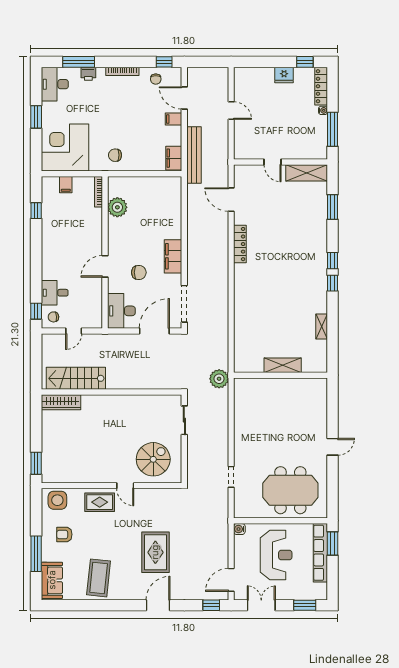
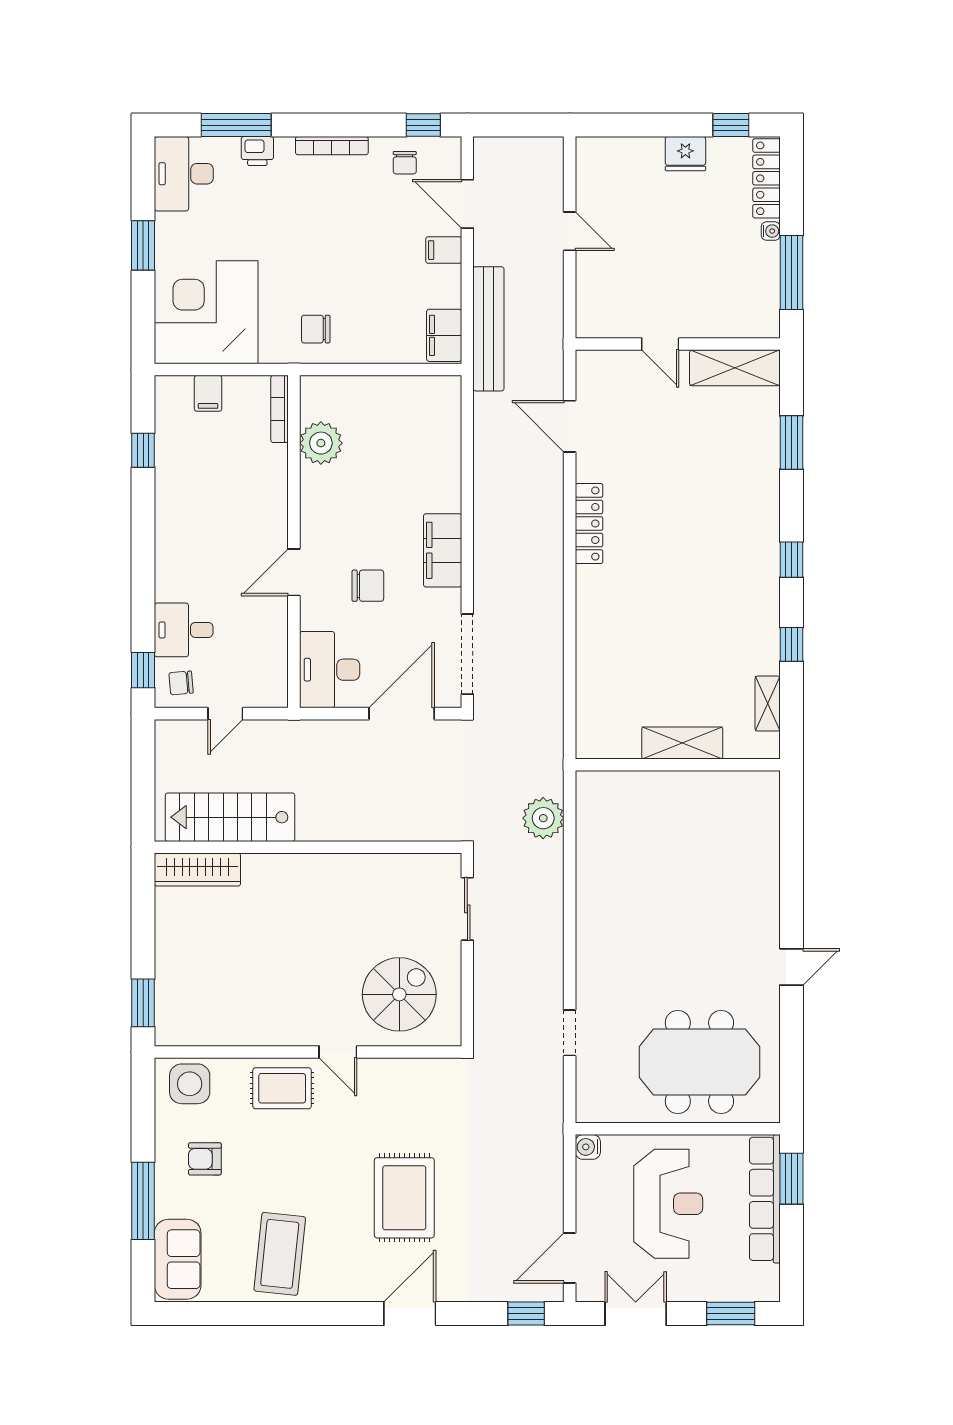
window: (332, 283) -> (791, 644), moved
shelving: (283, 365) -> (682, 743), moved
wall: (280, 375) -> (678, 765), moved

